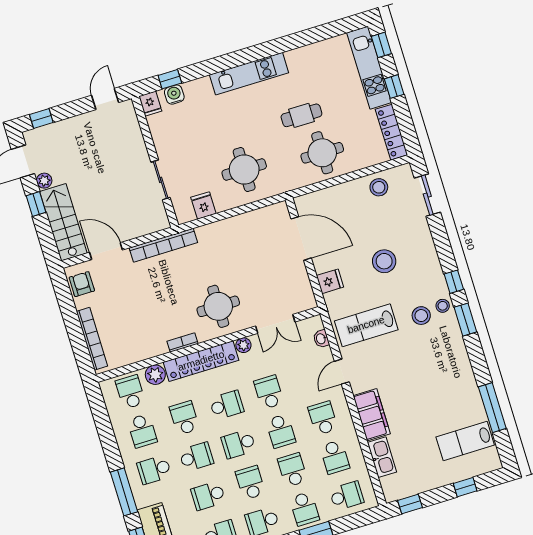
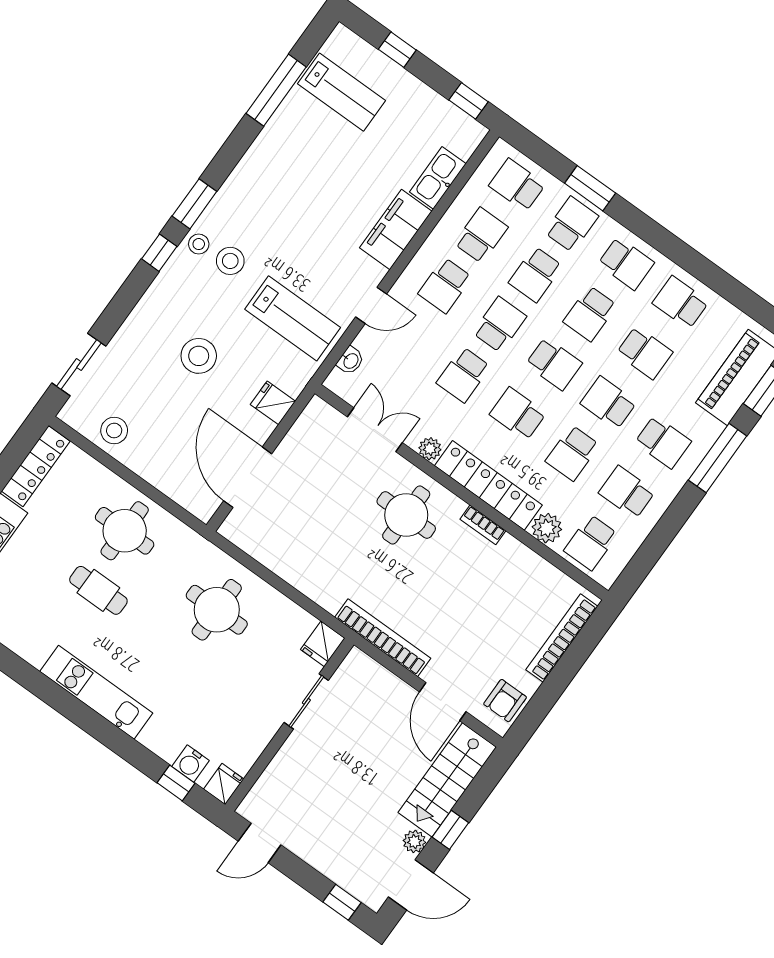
fridge: (203, 205) -> (323, 644), moved
school desk: (142, 431) -> (627, 492), turned -90

